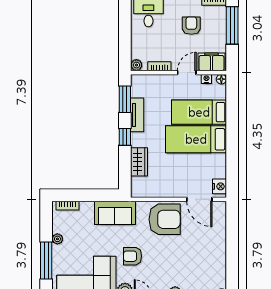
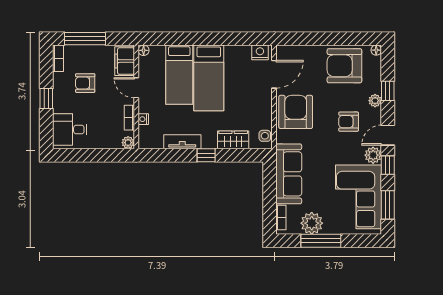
nightstand: (206, 79) -> (143, 119), moved
window: (125, 99) -> (165, 155), removed
side table: (143, 191) -> (265, 136), added
sofa: (115, 213) -> (289, 174), width x1.36
plant: (57, 239) -> (312, 223), width x1.88, depth x1.88
armchair: (133, 256) -> (349, 122), moved, turned 90
window: (46, 260) -> (321, 241), moved
armchair: (207, 264) -> (344, 66), added

